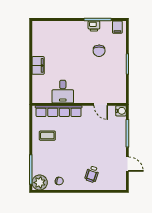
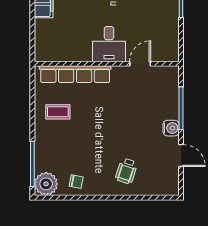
desk: (63, 92) -> (109, 44), moved
door: (101, 104) -> (140, 64), swing flipped
water cooler: (121, 111) -> (171, 128), moved

